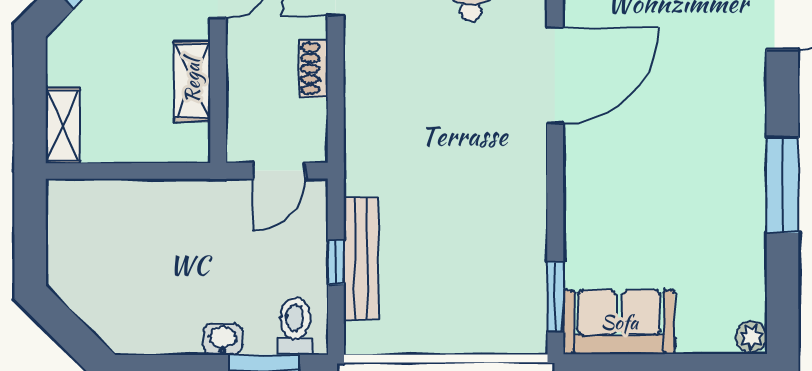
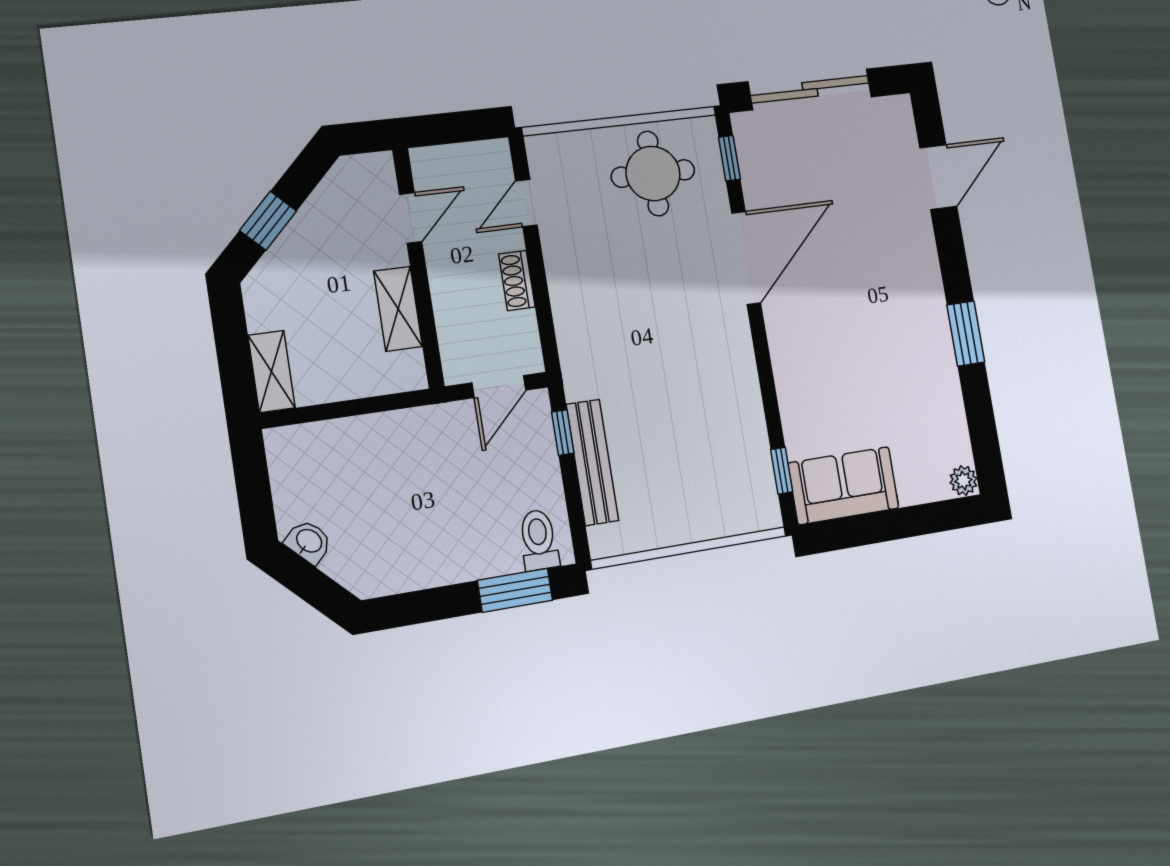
window: (782, 185) -> (966, 334), width x0.69
window: (336, 262) -> (563, 433), moved
window: (555, 297) -> (782, 471), width x0.67
washbasin: (223, 339) -> (309, 542), moved, turned 45

